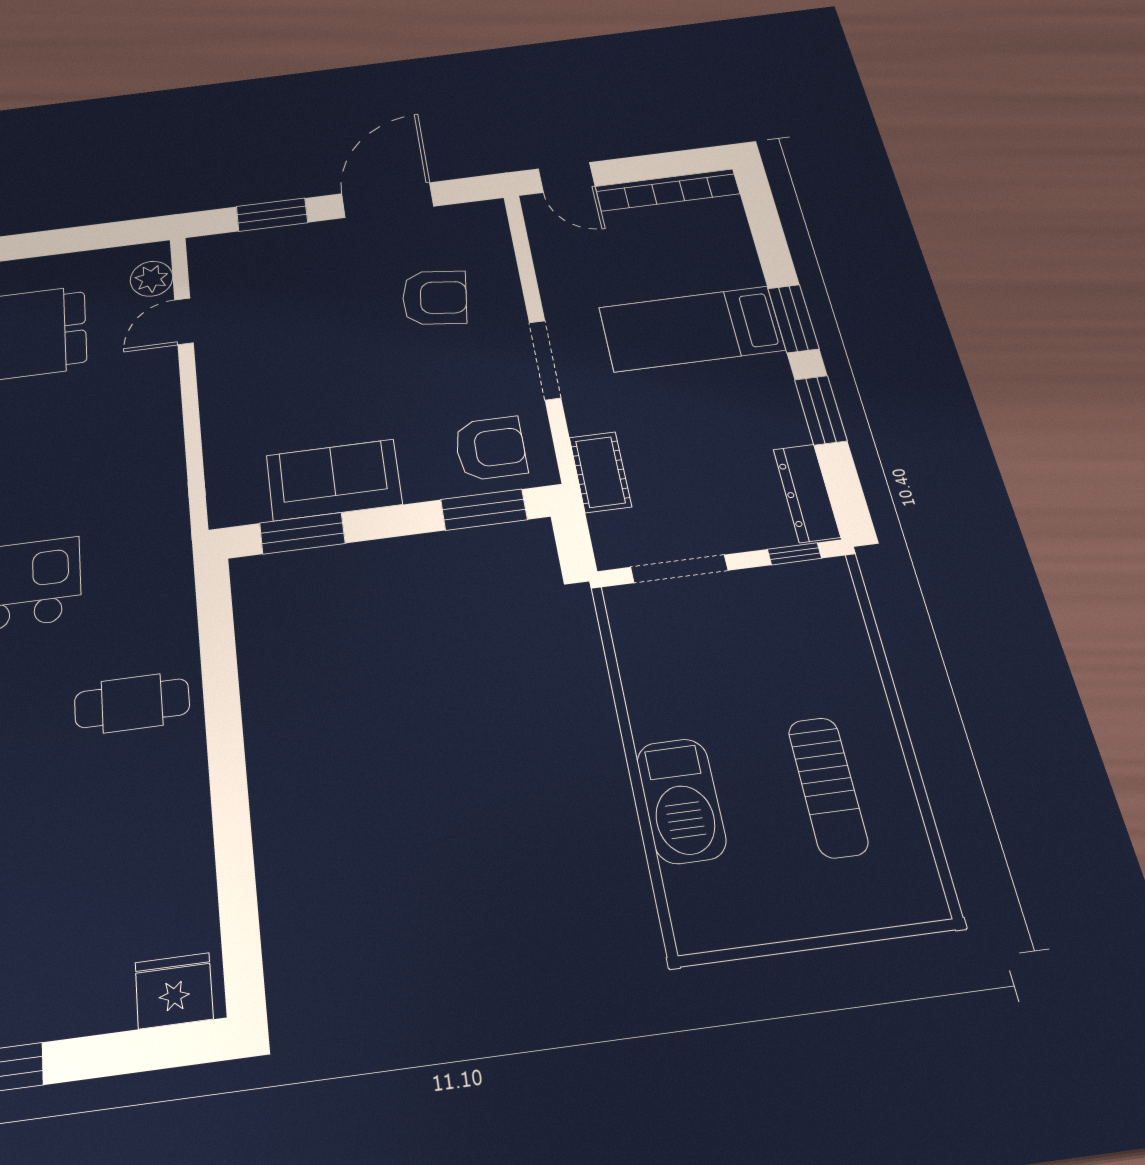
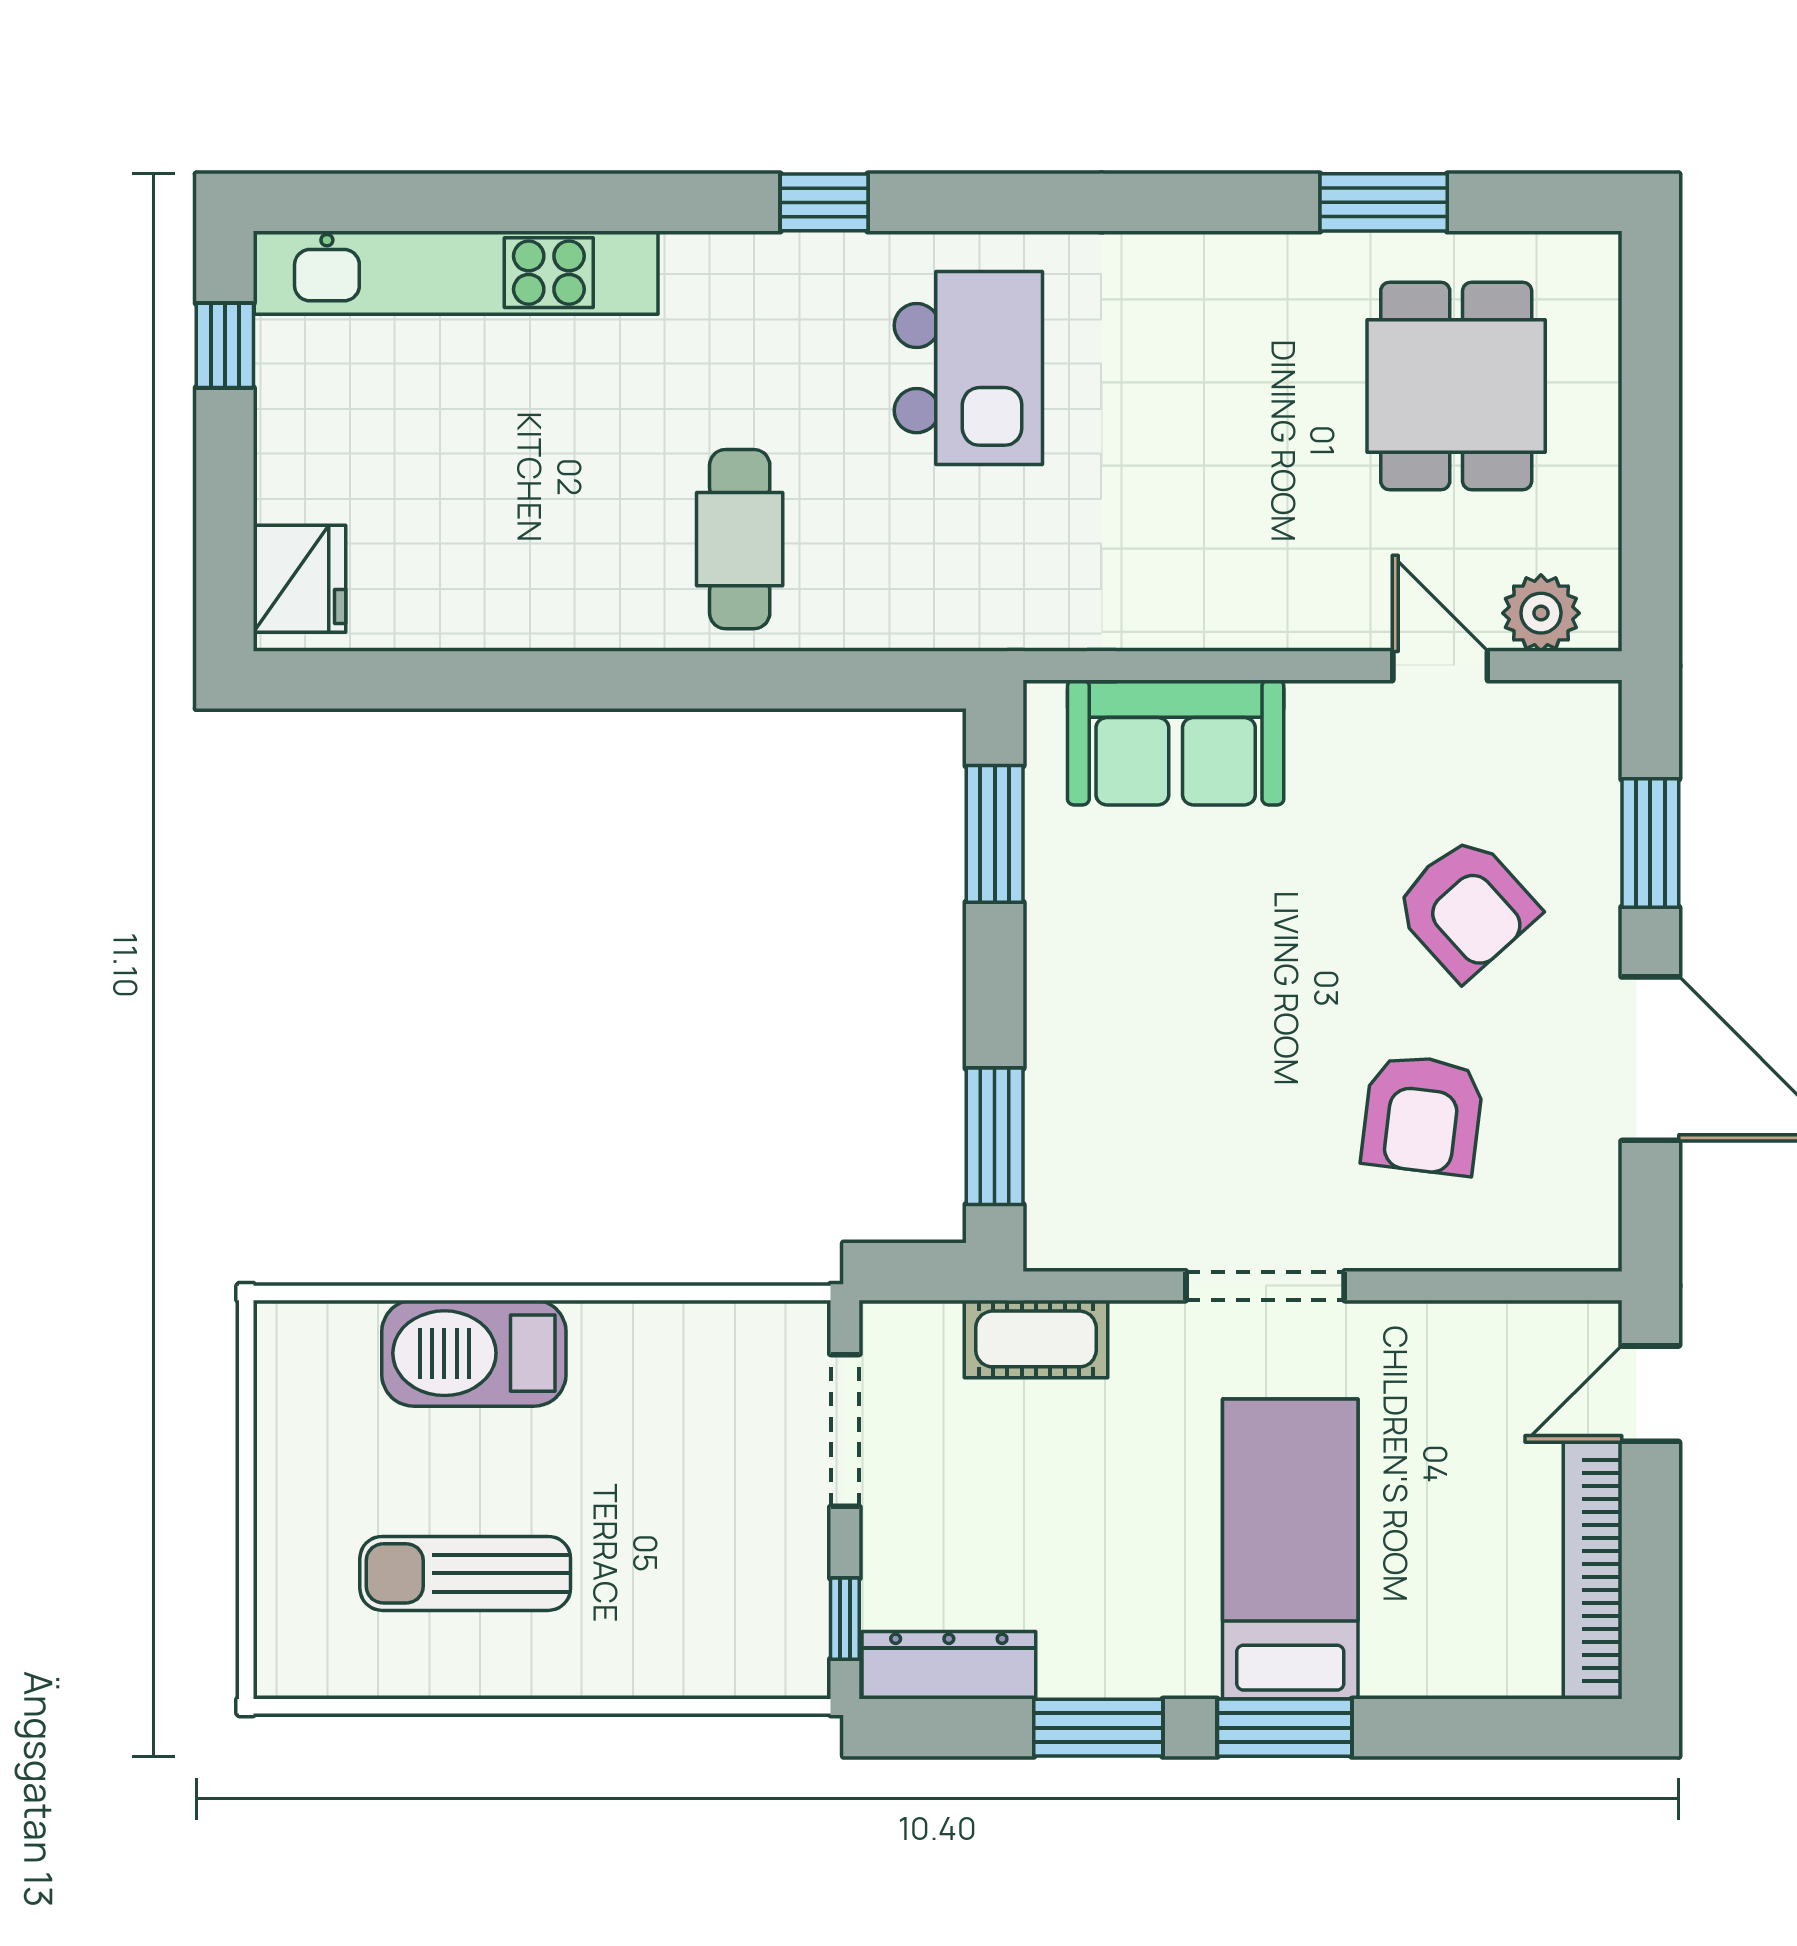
armchair: (490, 448) -> (1466, 908), moved, turned -42
sofa: (334, 480) -> (1176, 742), moved, turned 90

